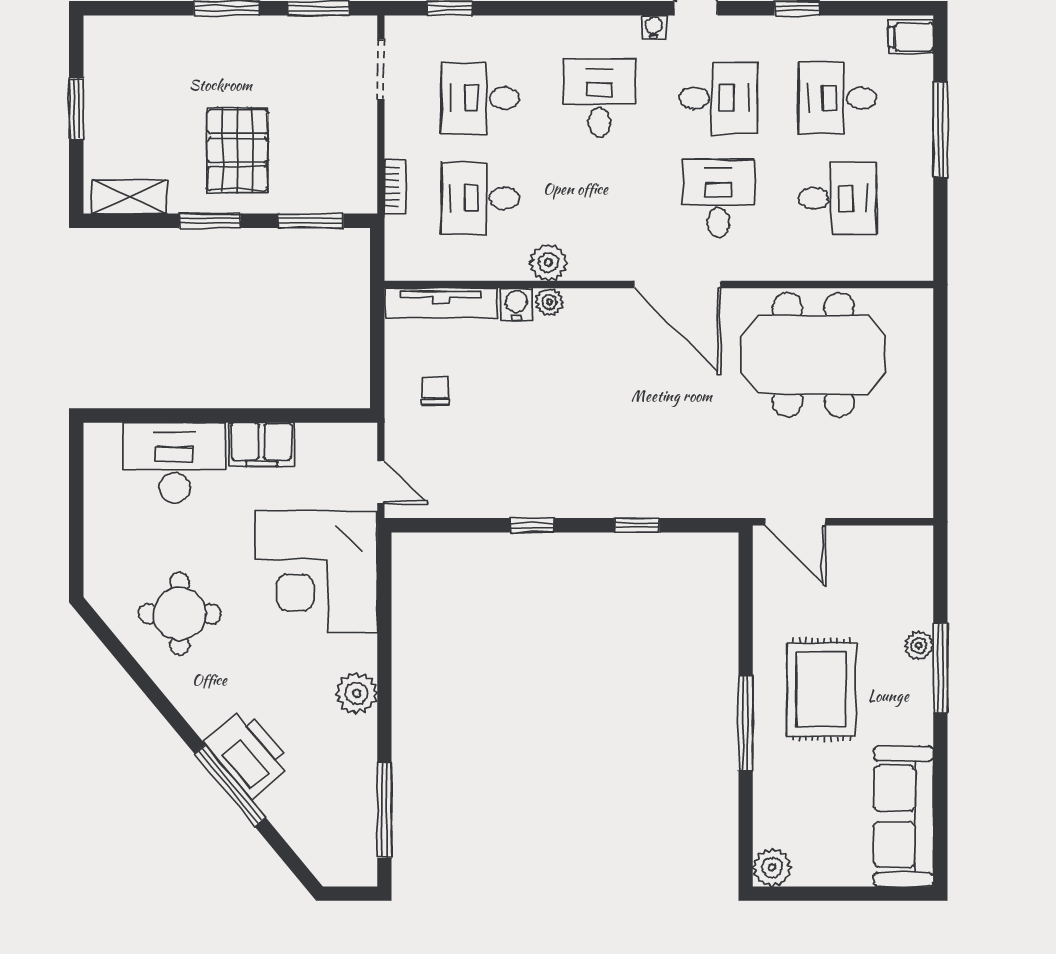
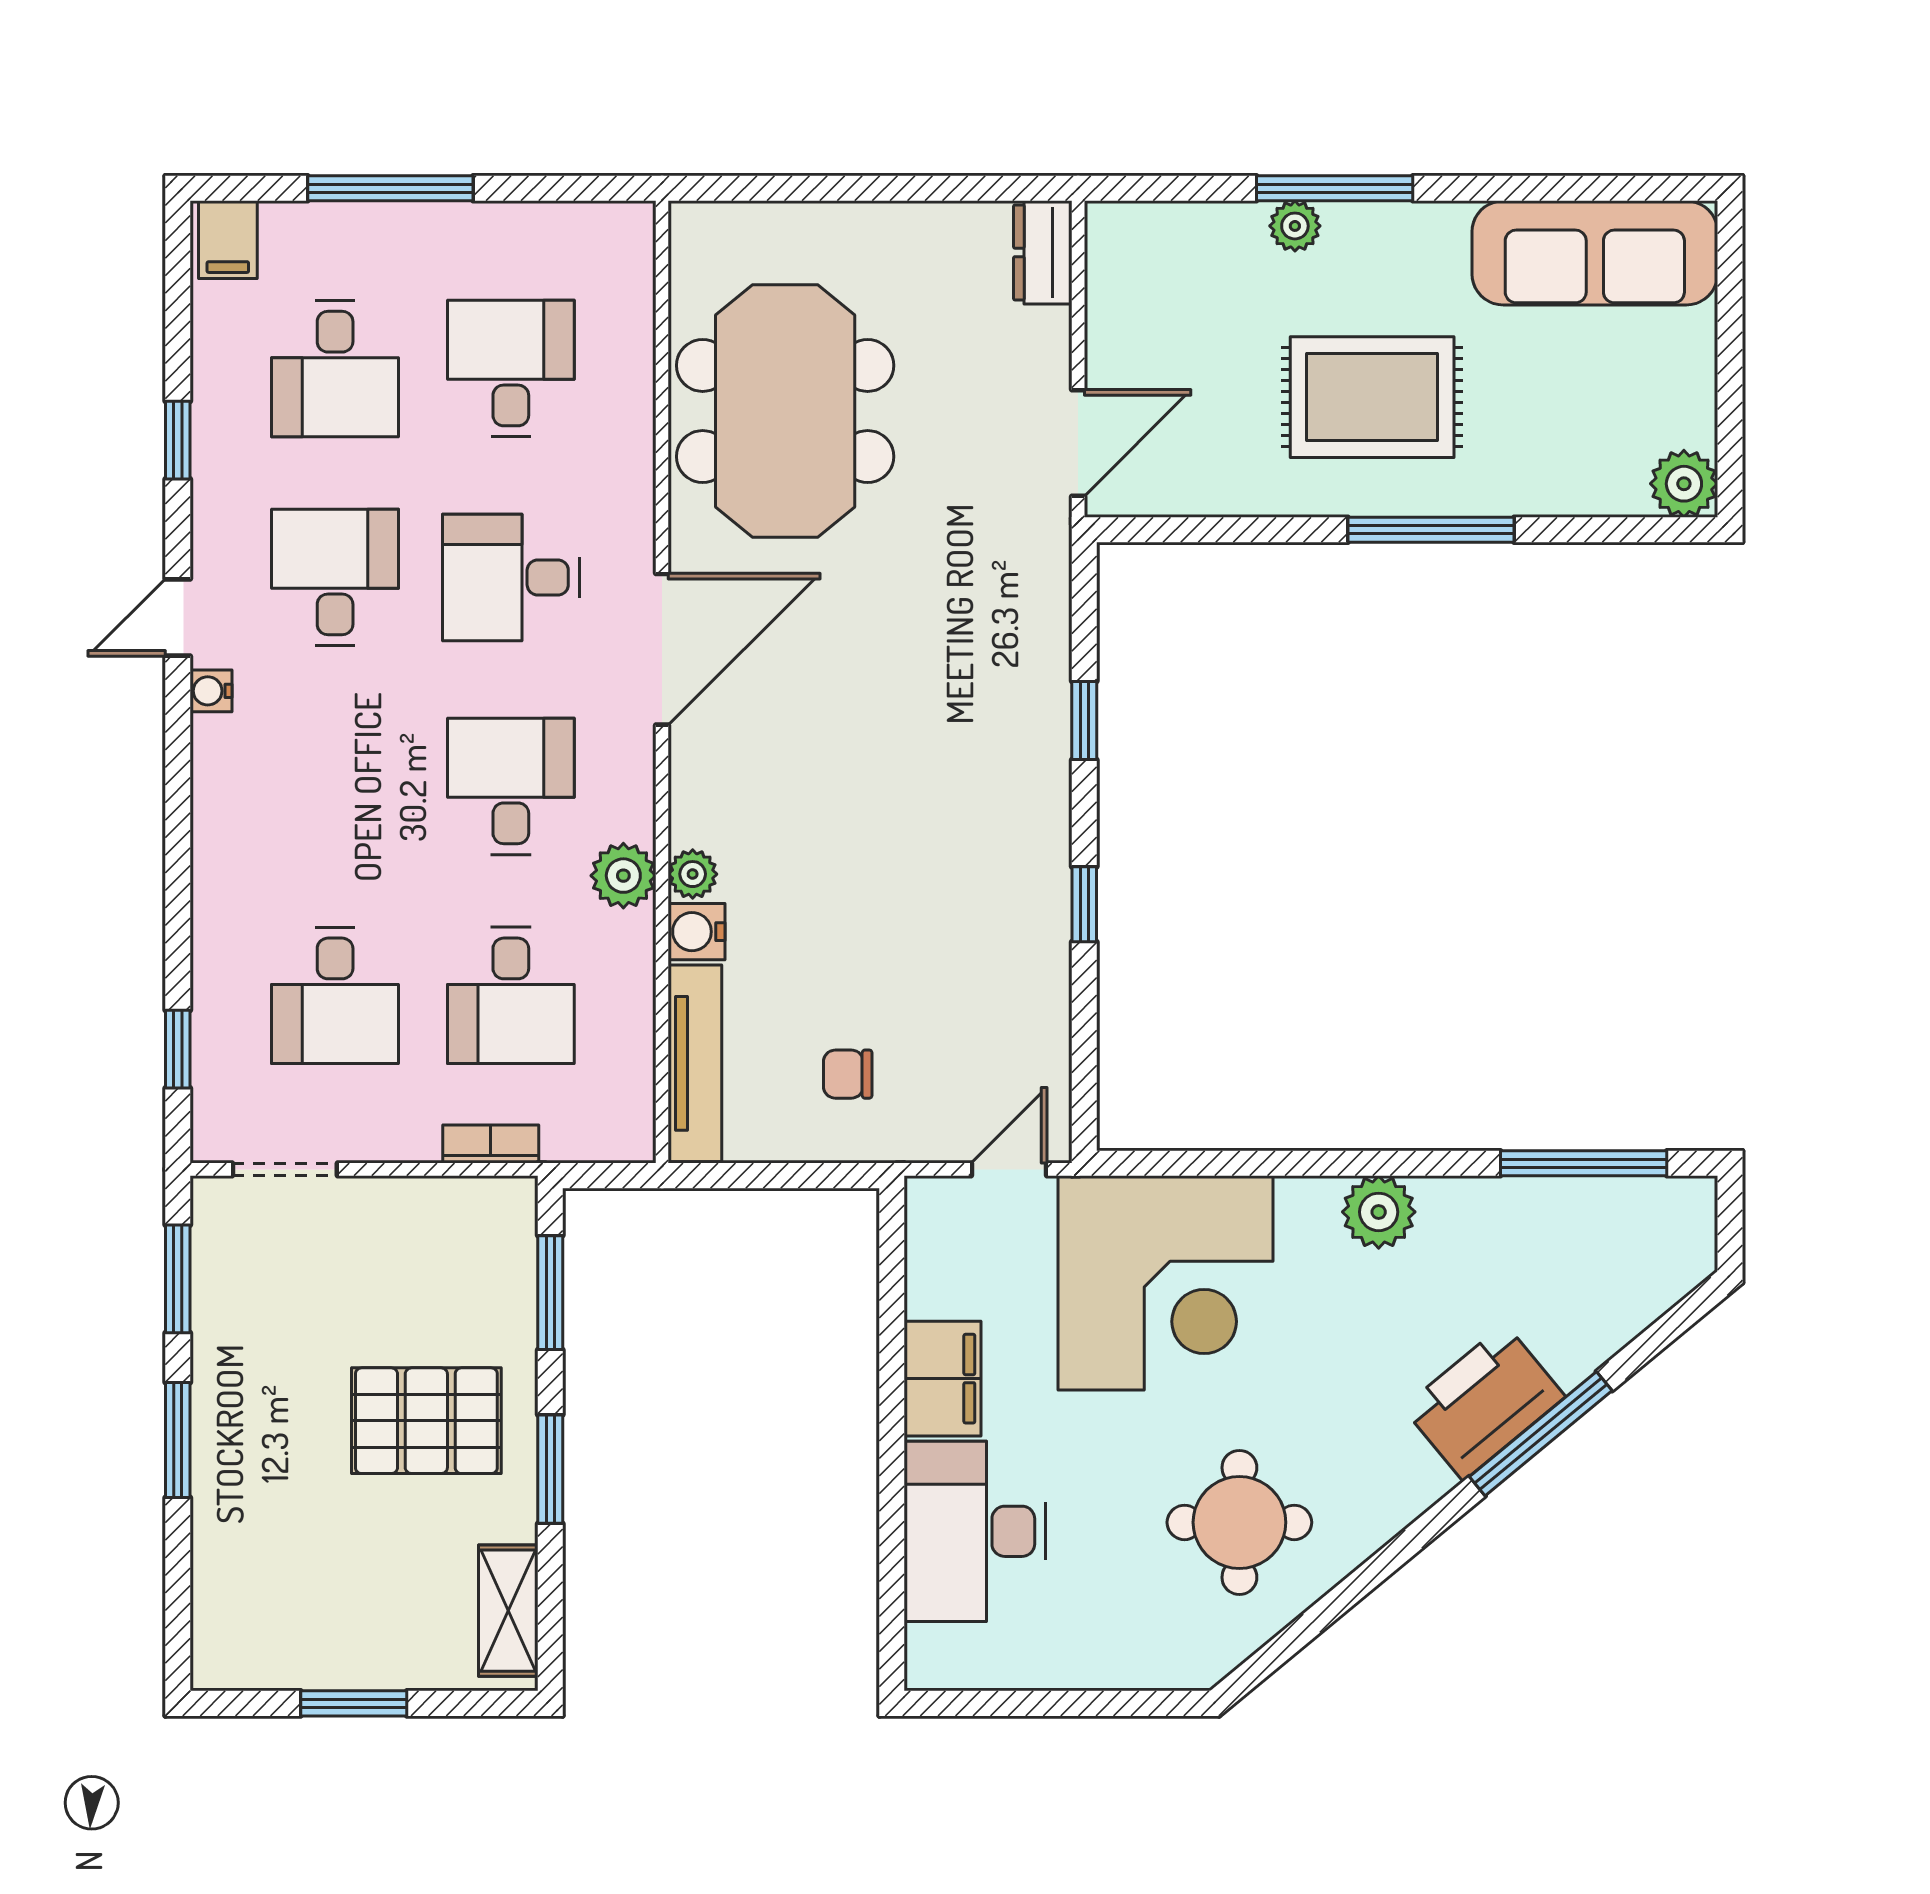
desk: (599, 98) -> (511, 786), moved, turned 90
dresser: (904, 502) -> (1043, 252), added

